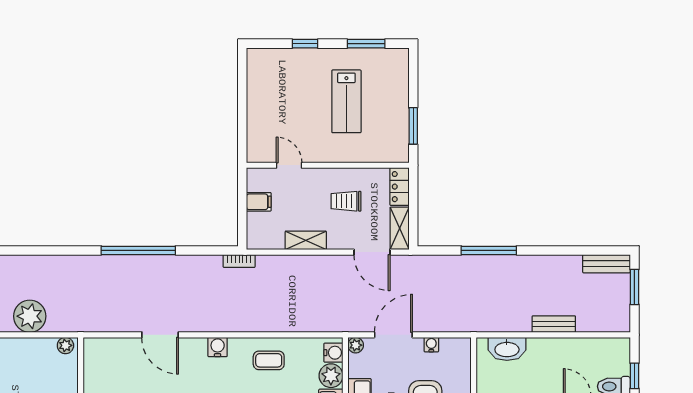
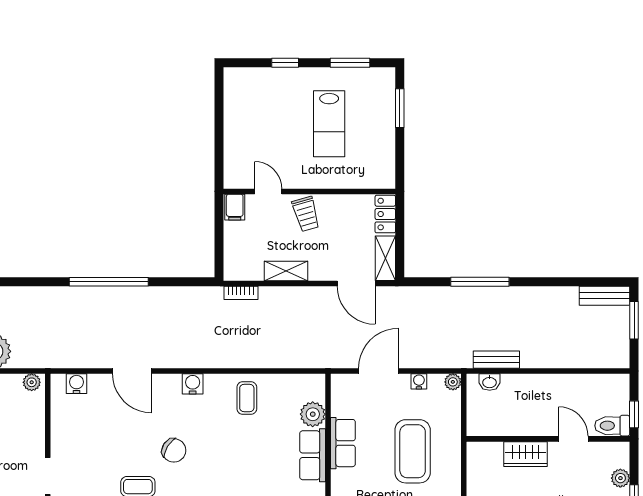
window: (413, 126) -> (400, 108), moved
trolley: (346, 201) -> (306, 214), moved, turned -106
filing cabinet: (259, 202) -> (235, 207), moved, turned 90
bookcase: (239, 261) -> (241, 293), moved
bench: (554, 324) -> (496, 360), moved
plant: (356, 345) -> (453, 382), moved
washbasin: (507, 349) -> (490, 382), width x0.52, depth x0.69
water cooler: (333, 353) -> (76, 384), moved, turned -90
coffee table: (269, 360) -> (247, 398), turned 90

